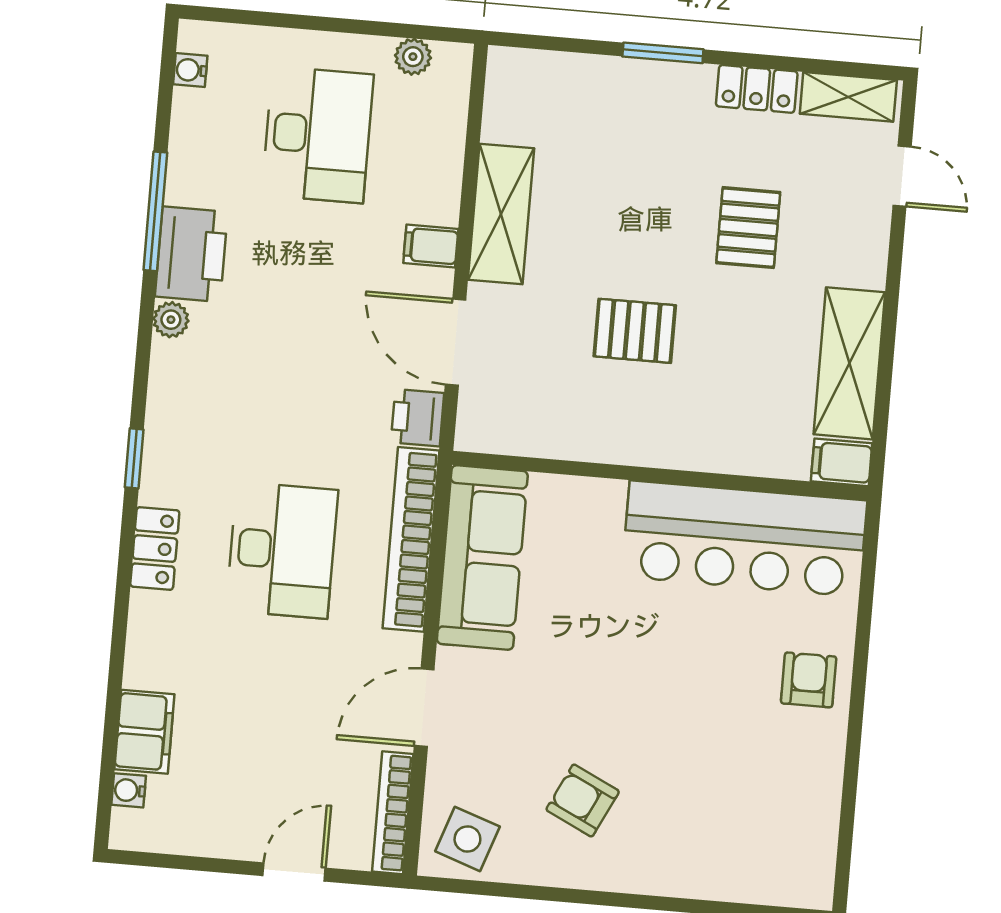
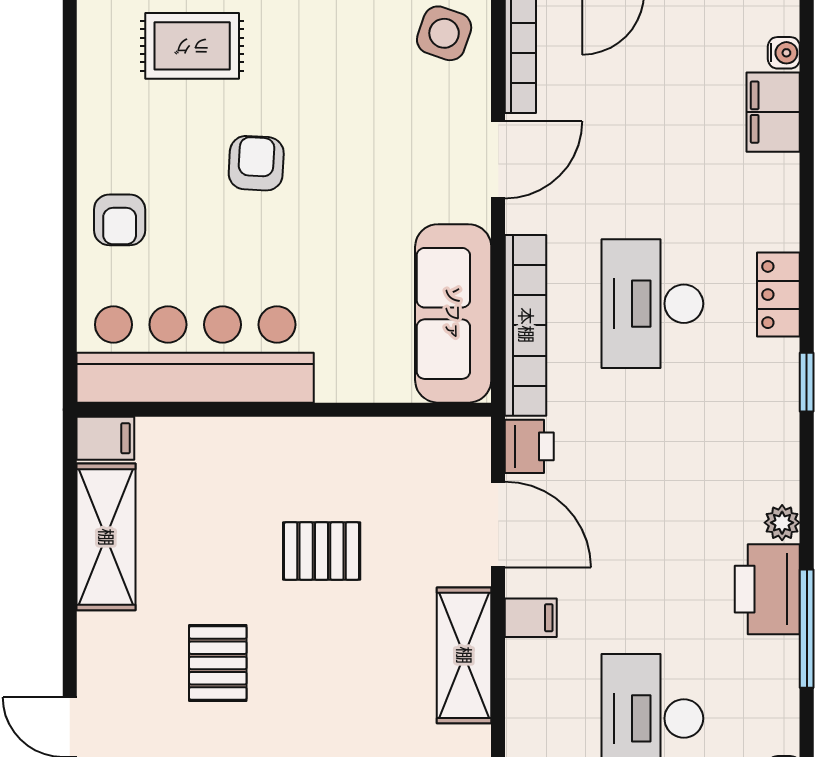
armchair: (583, 801) -> (256, 163), moved, turned -113
rug: (721, 848) -> (192, 46), added

